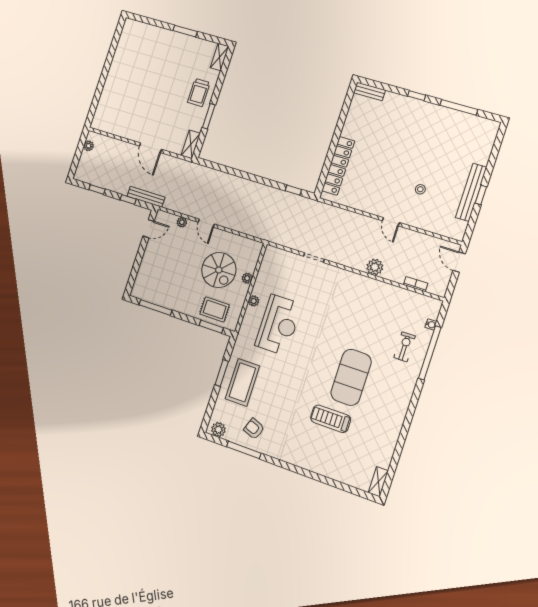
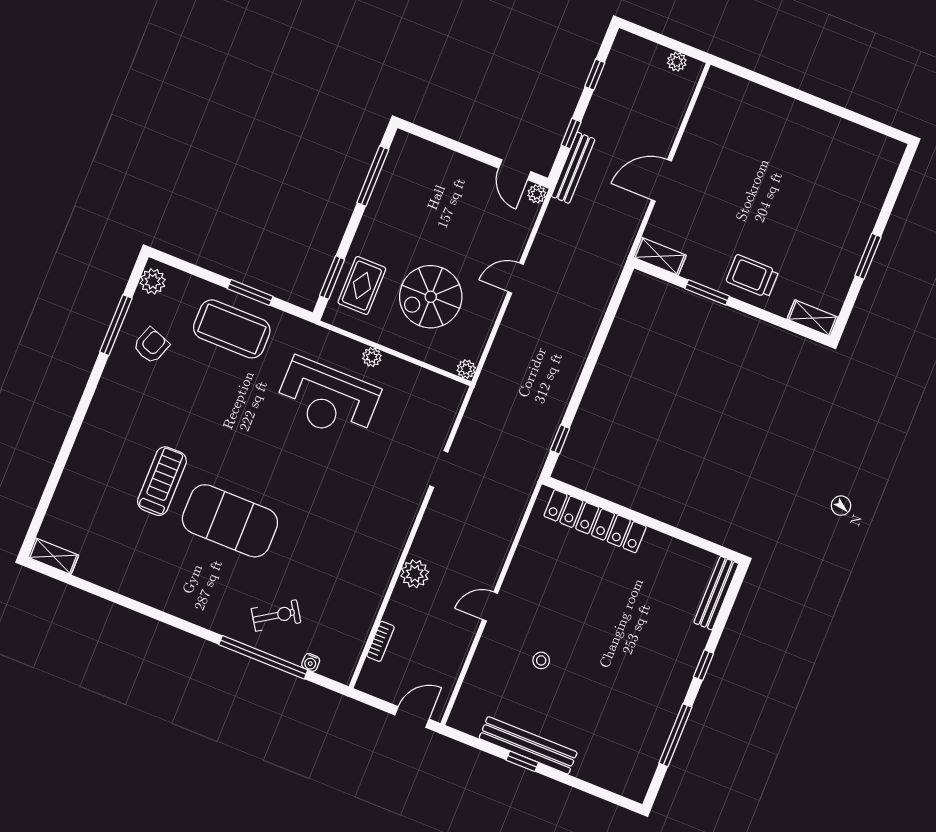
bench: (369, 91) -> (716, 593), width x1.36
plant: (182, 222) -> (537, 194), moved
plant: (247, 278) -> (466, 369), moved
exercise bike: (405, 347) -> (276, 616), turned -33

